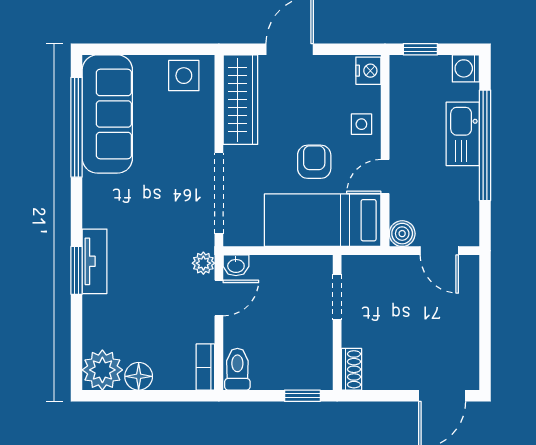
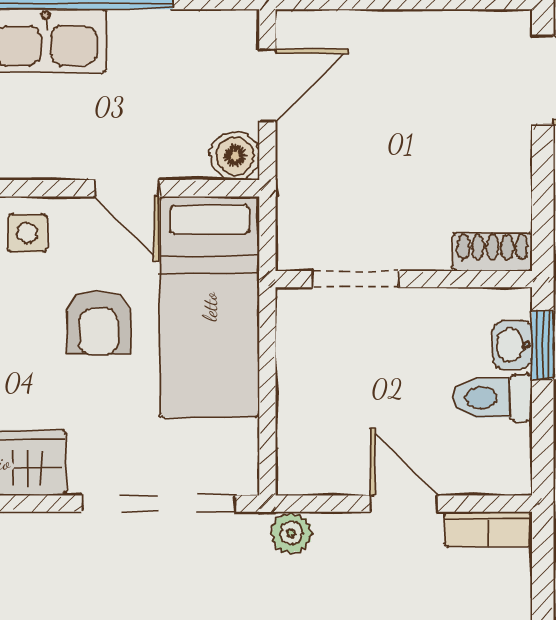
armchair: (314, 162) -> (99, 323), turned -90
washbasin: (236, 265) -> (512, 345), moved, turned 180
door: (219, 298) -> (404, 504), moved
toilet: (237, 369) -> (492, 398), moved

